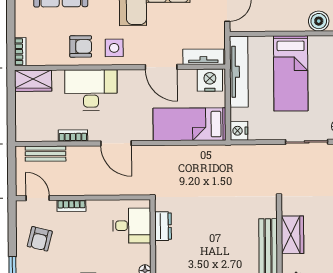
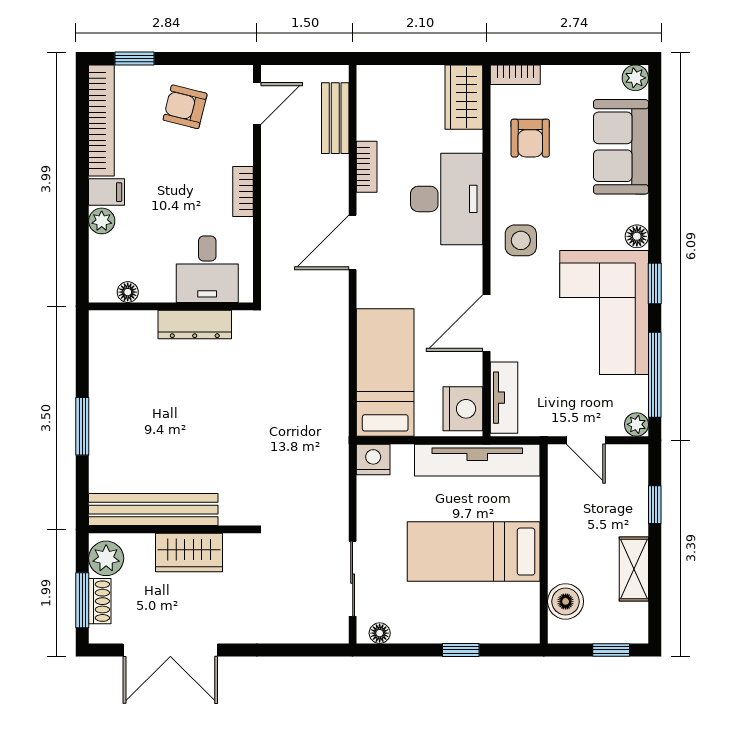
armchair: (81, 46) -> (530, 138), moved
bookcase: (71, 206) -> (243, 192), moved
dresser: (163, 226) -> (195, 324), width x1.44

